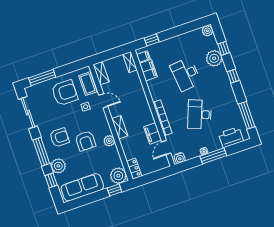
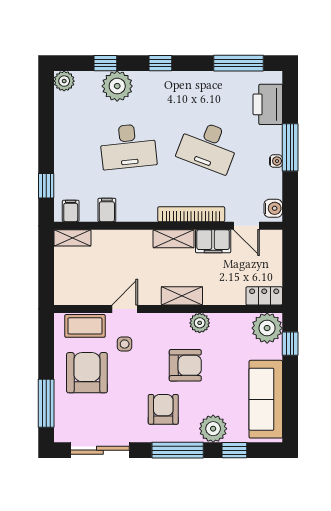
filing cabinet: (148, 70) -> (107, 210), width x0.50
shelving: (101, 73) -> (174, 239), moved

